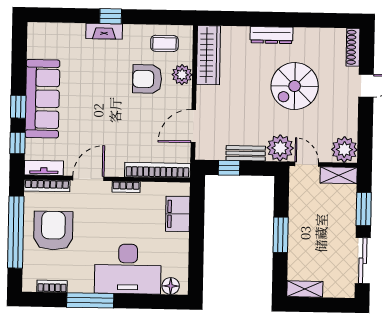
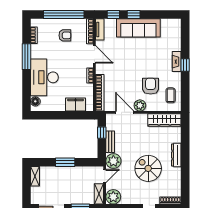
plant: (182, 75) -> (140, 105), moved
armchair: (53, 231) -> (65, 35), width x0.53, depth x0.53

